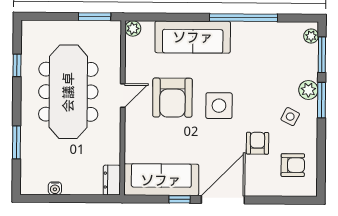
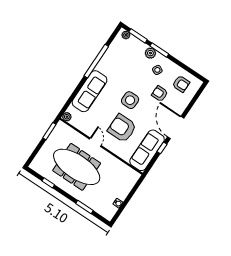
armchair: (172, 98) -> (122, 128), moved, turned 180
armchair: (293, 165) -> (181, 84), turned 90
dresser: (112, 180) -> (132, 174), removed

